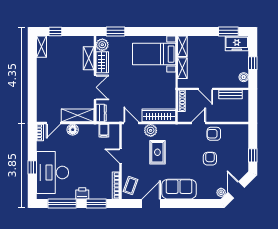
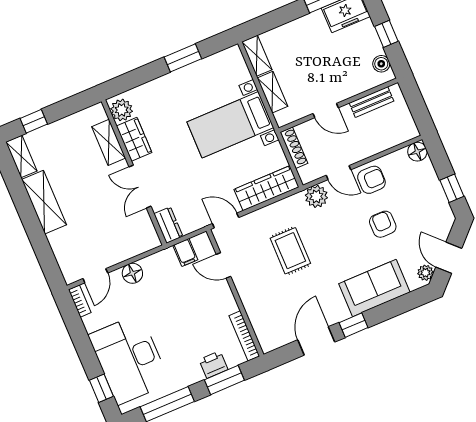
window: (116, 32) -> (183, 58), moved
bed with nightstands: (154, 54) -> (230, 125), moved
double door: (95, 87) -> (140, 187), swing flipped
shelving: (78, 115) -> (44, 202), moved, turned 90
door: (199, 123) -> (338, 173), swing flipped
floor lamp: (243, 129) -> (417, 152), added
plant: (151, 130) -> (316, 196), moved
armchair: (214, 134) -> (371, 180), turned 180
door: (120, 156) -> (223, 265), moved
window: (32, 167) -> (101, 388), moved
coffee table: (130, 186) -> (269, 326), removed
sofa: (179, 189) -> (374, 288), moved
printer: (82, 193) -> (213, 365), moved
window: (173, 203) -> (353, 325), added

